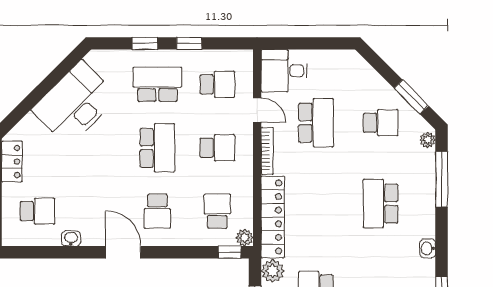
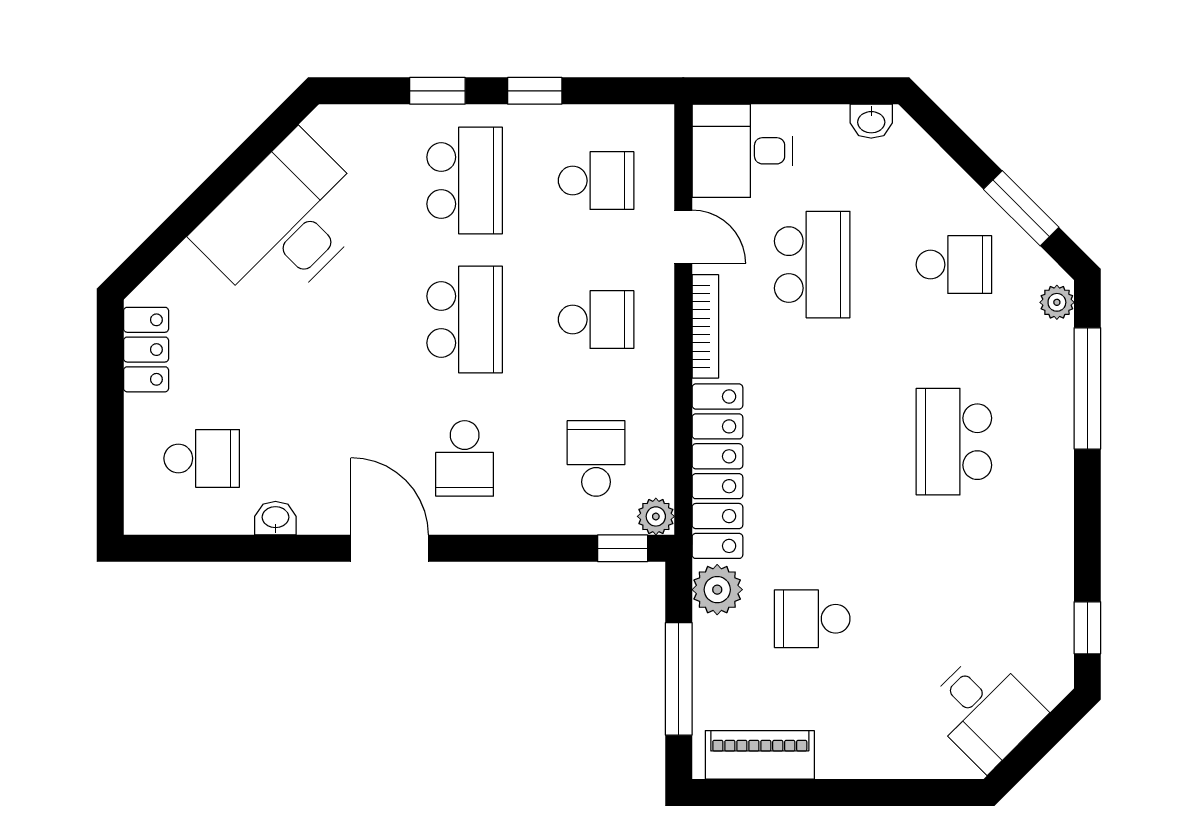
school desk: (157, 84) -> (465, 181), turned 90
washbasin: (428, 248) -> (871, 121), moved, turned -90

